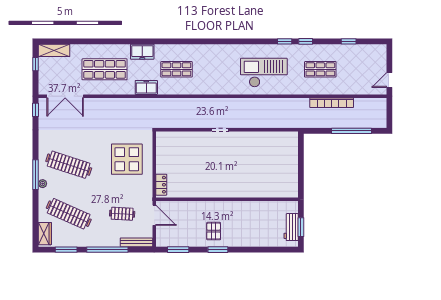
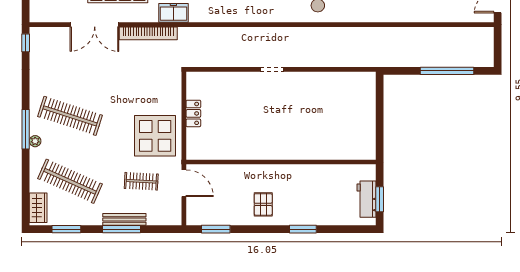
double door: (65, 96) -> (95, 25), moved
bookcase: (332, 103) -> (148, 33), moved
display table: (127, 159) -> (155, 136), moved
locker: (161, 185) -> (193, 113), moved
bench: (136, 242) -> (124, 219), moved
window: (107, 250) -> (121, 229), width x0.68
window: (218, 250) -> (303, 229), moved

